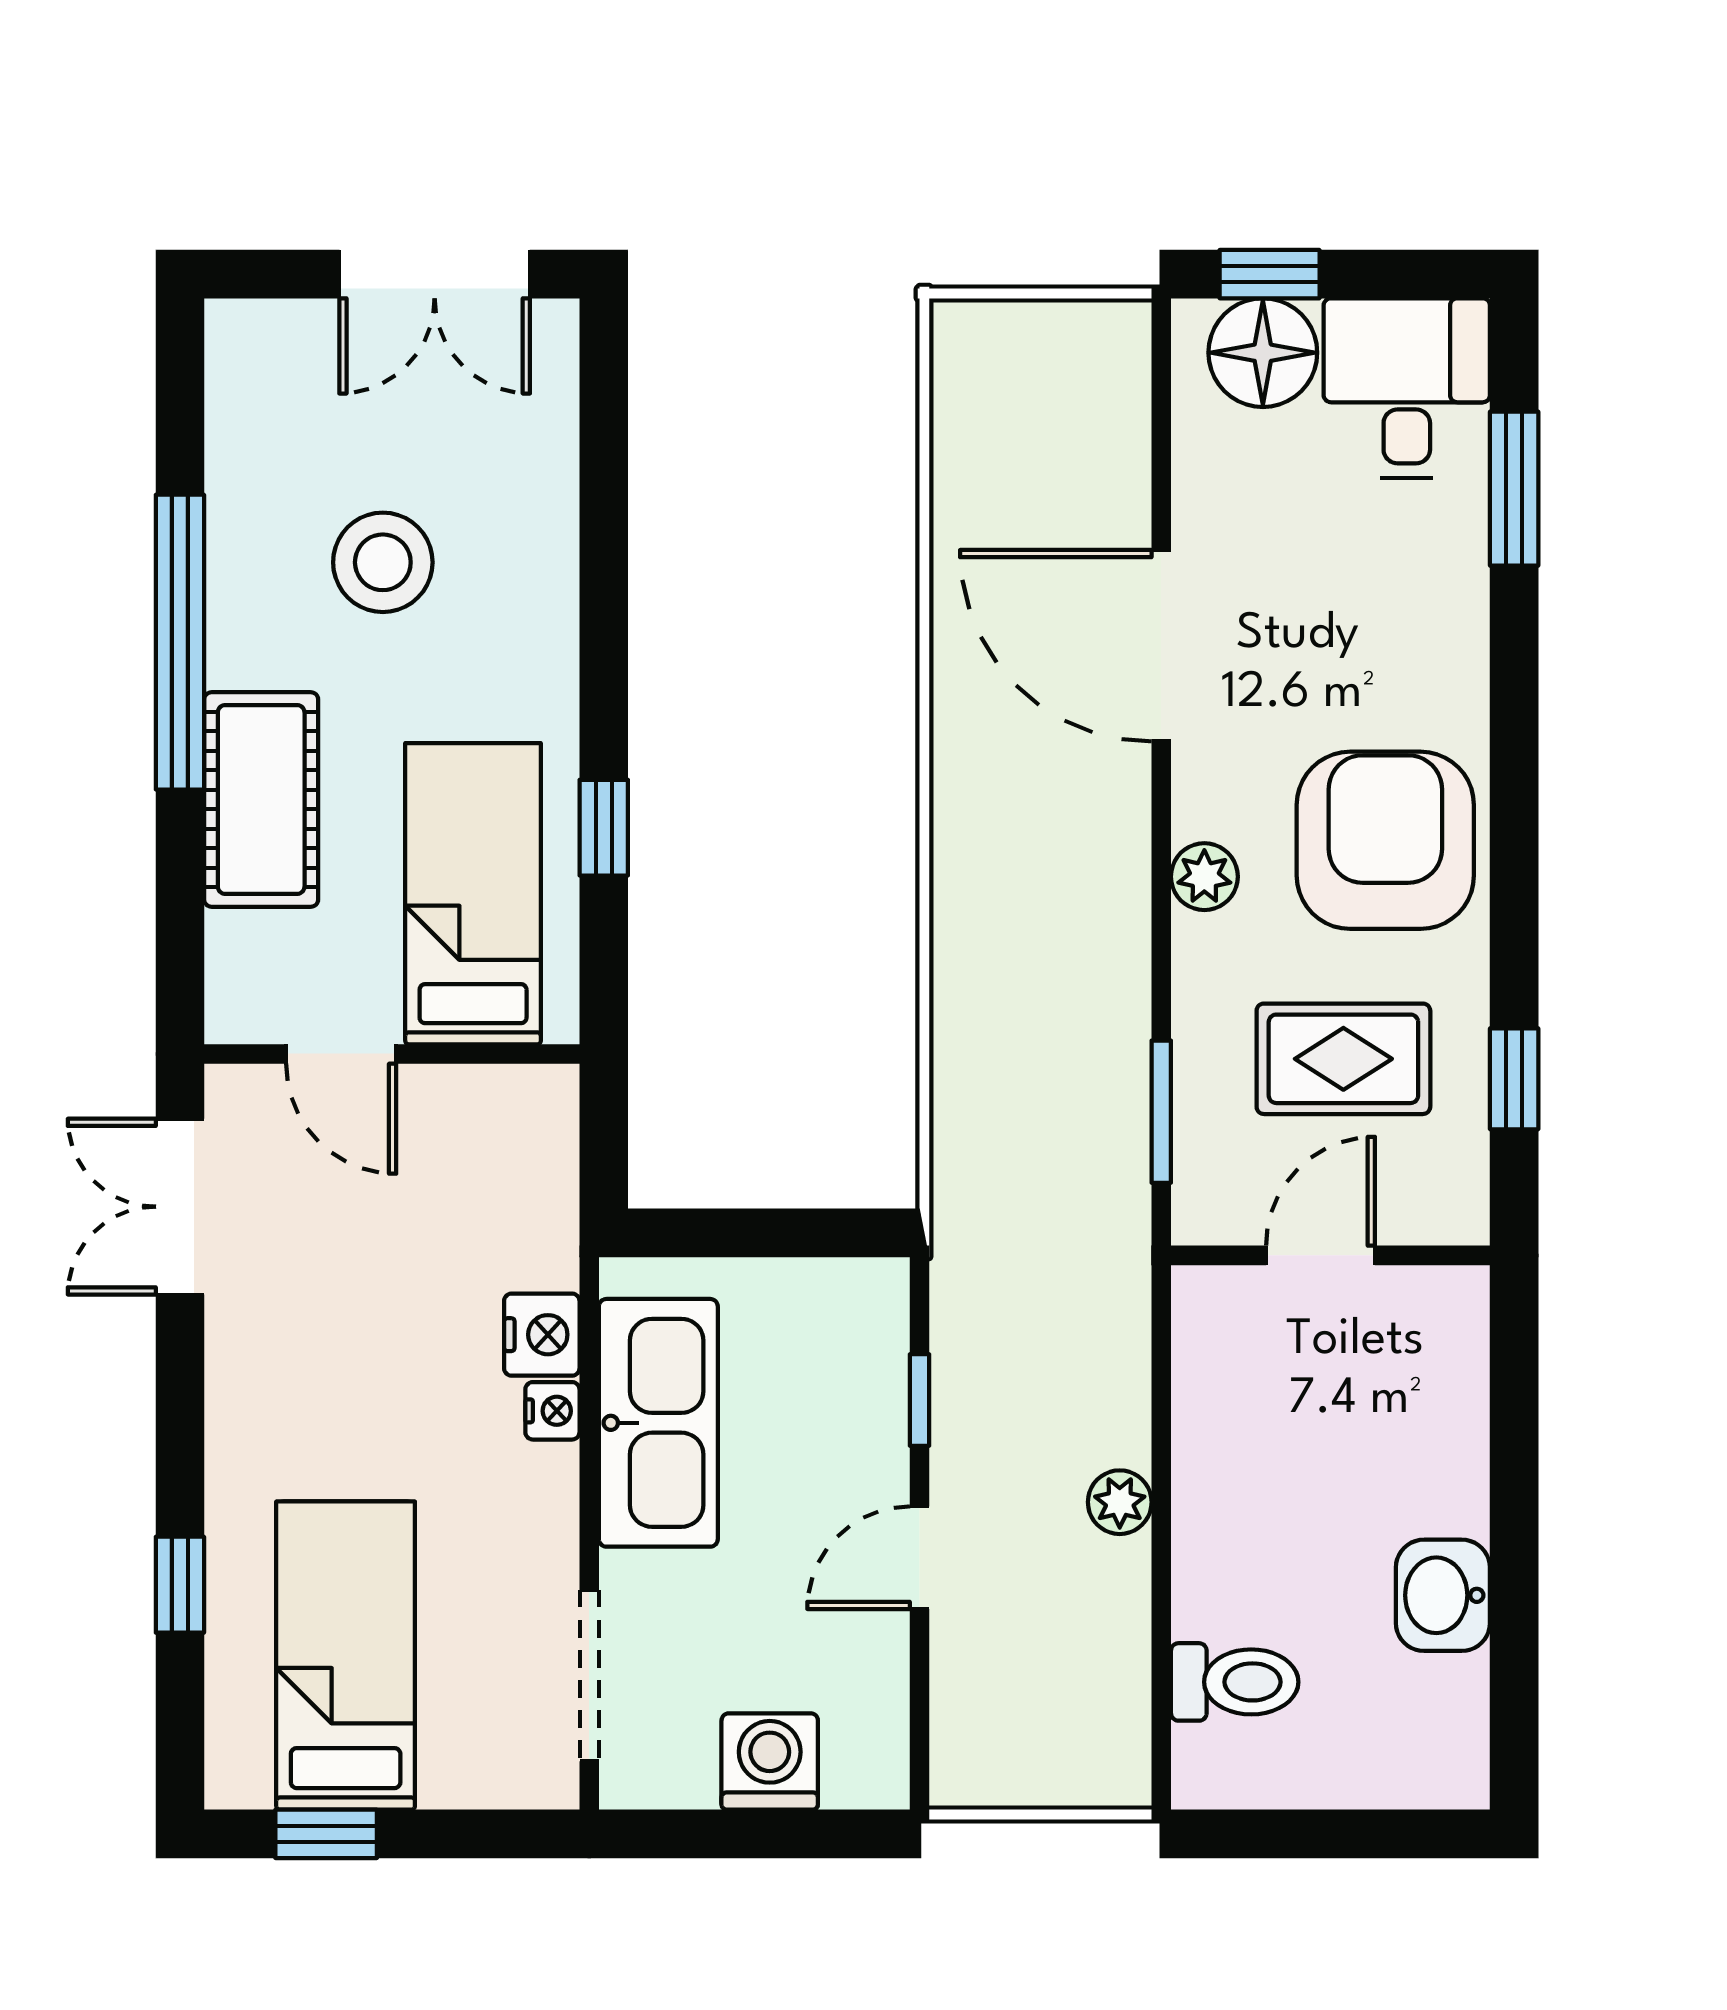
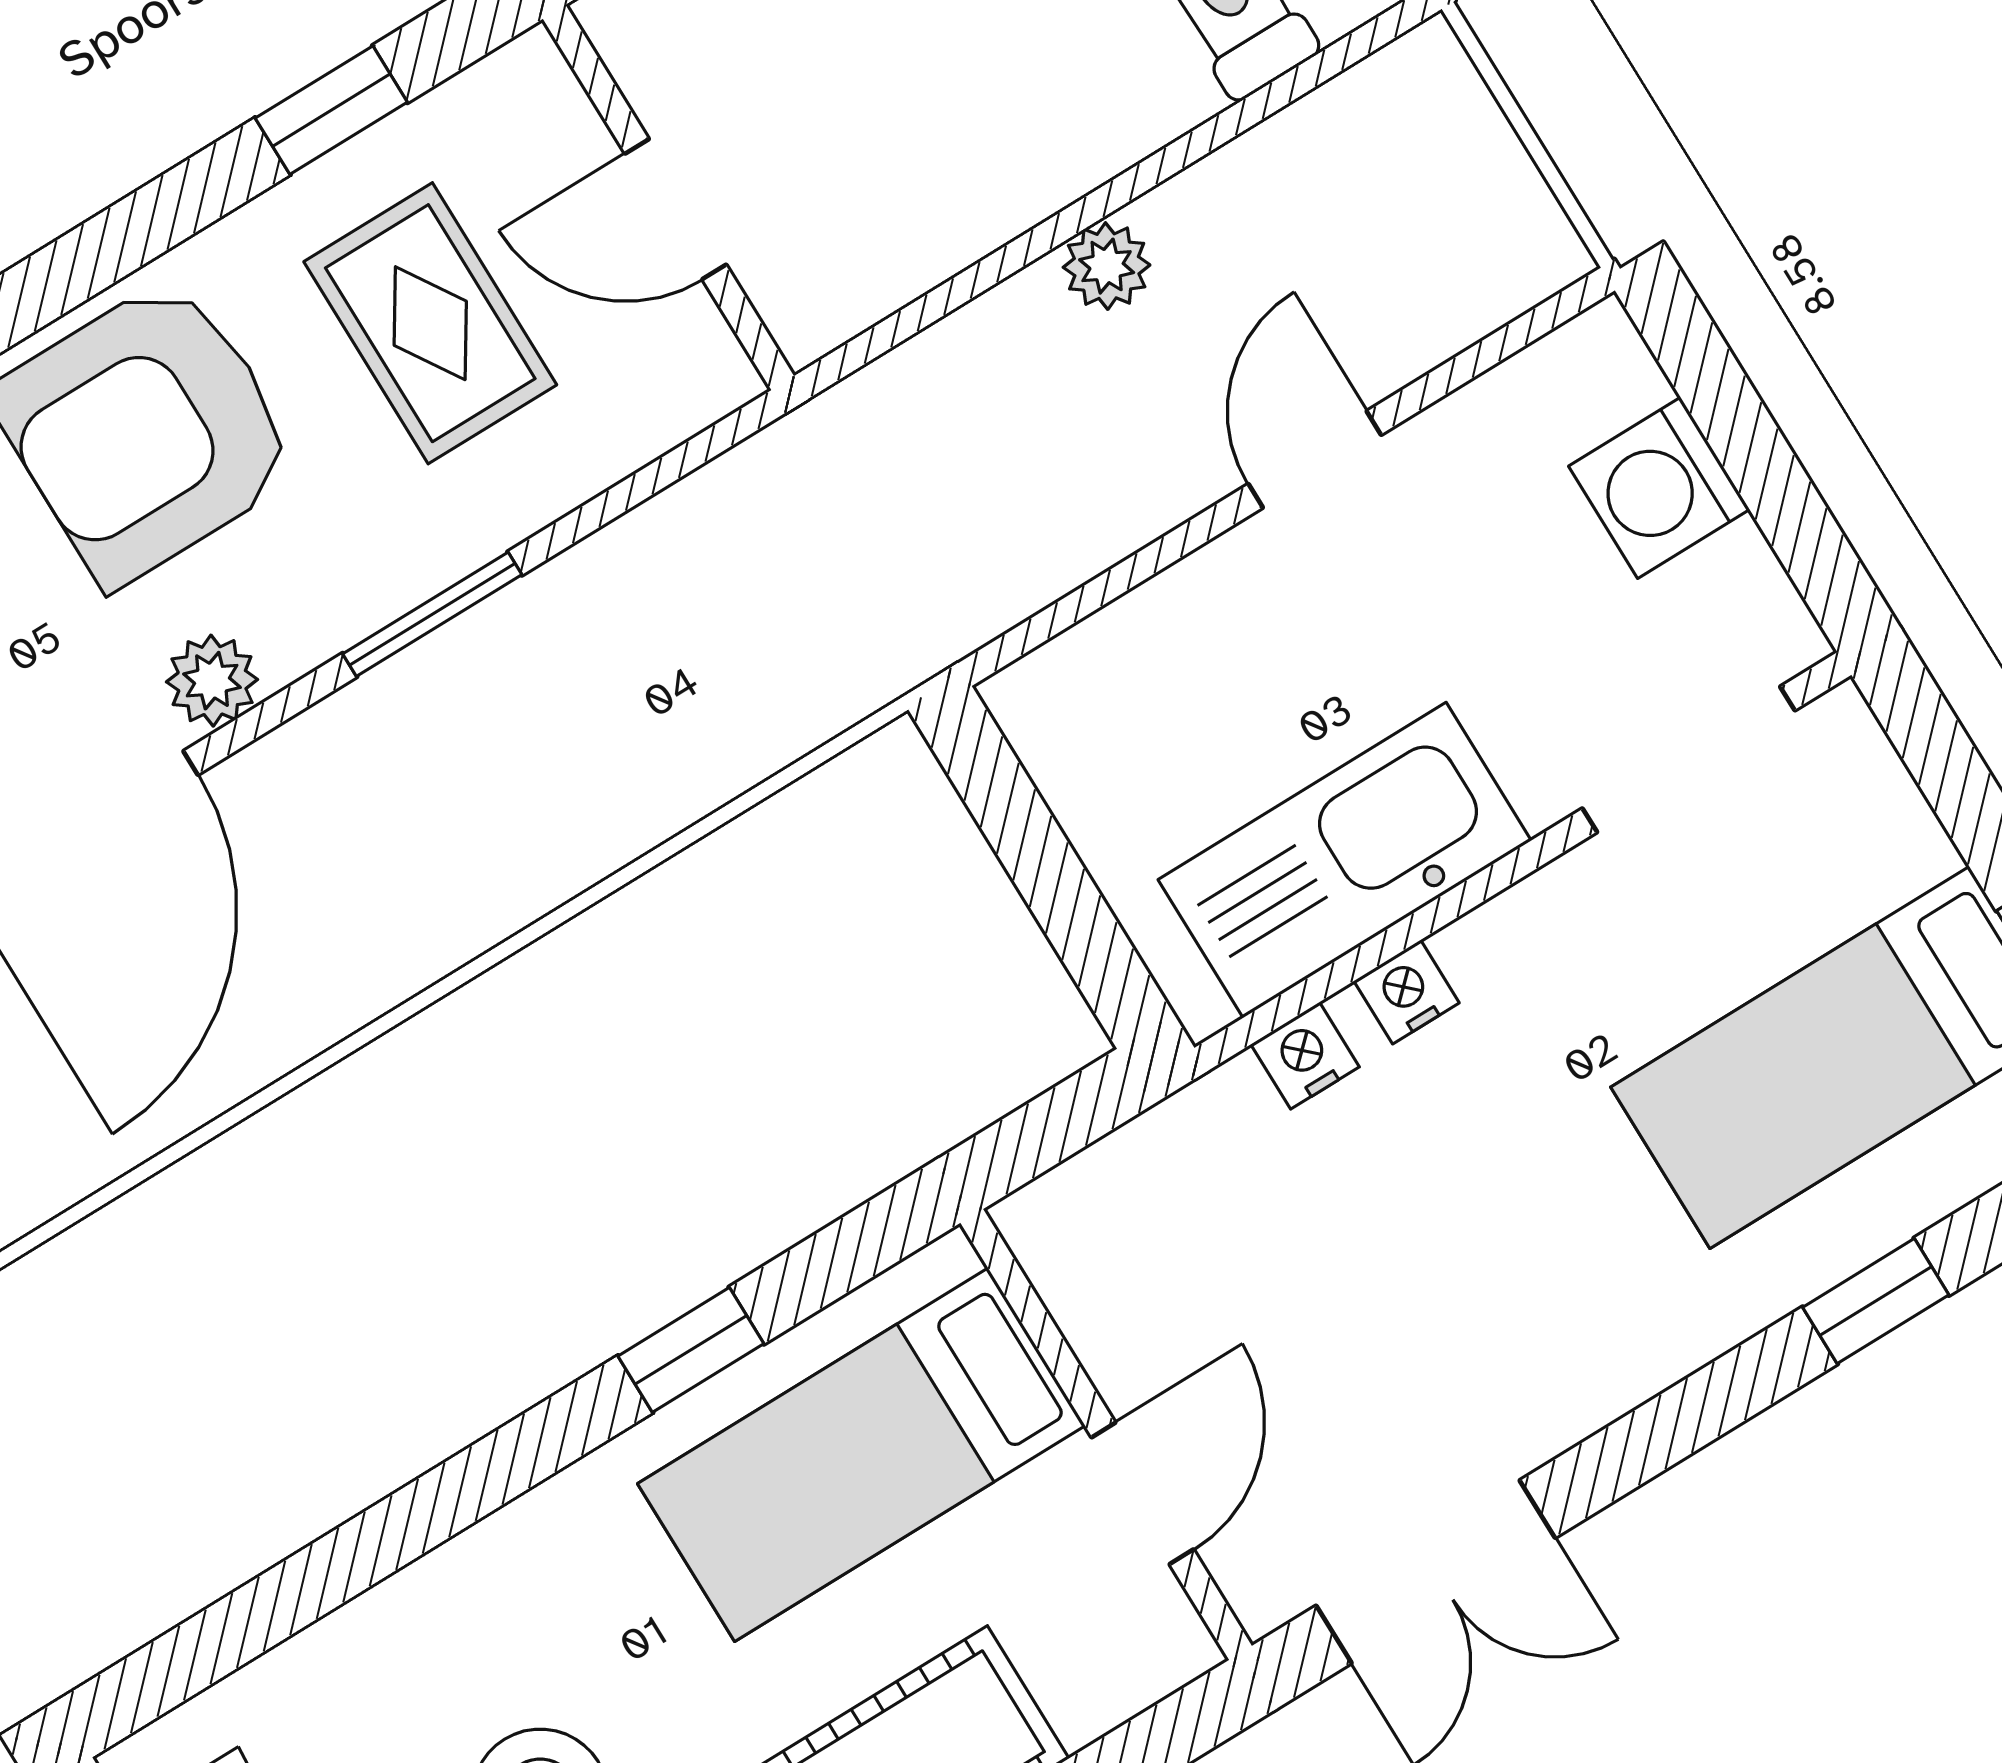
plant: (1204, 877) -> (212, 681), moved
window: (1161, 1112) -> (432, 614), moved
nightstand: (542, 1335) -> (1305, 1056), width x0.72, depth x0.74
window: (920, 1400) -> (1131, 572), removed
door: (920, 1558) -> (1315, 459), swing flipped

